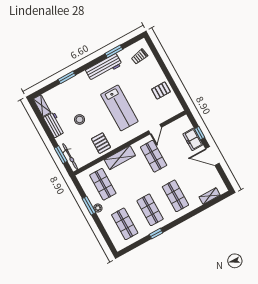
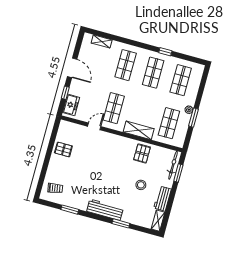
workbench: (104, 67) -> (105, 210), moved
lab bench: (119, 108) -> (105, 166), removed
freezer: (193, 139) -> (71, 105), moved

